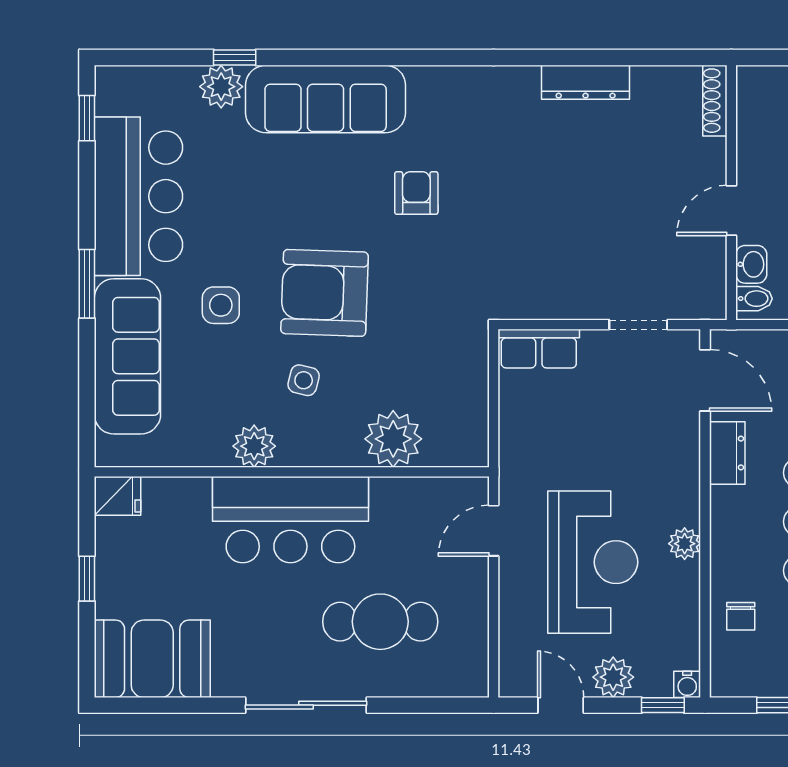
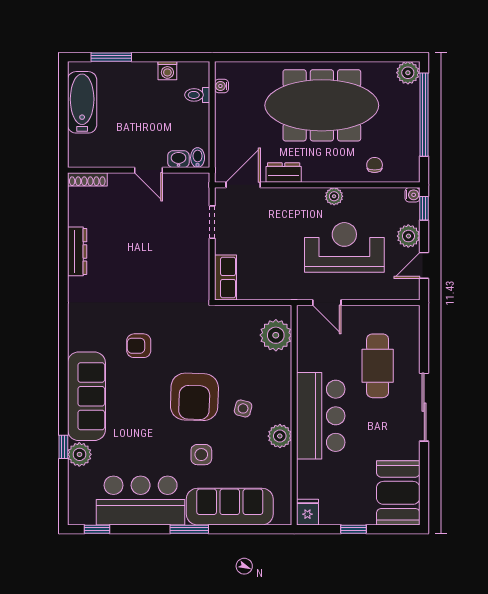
plant: (393, 439) -> (276, 335), moved
chair: (741, 616) -> (375, 165), turned -90

